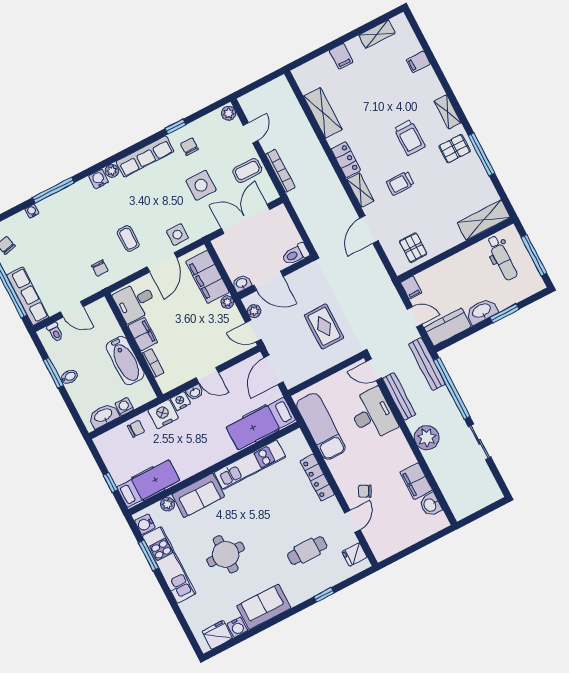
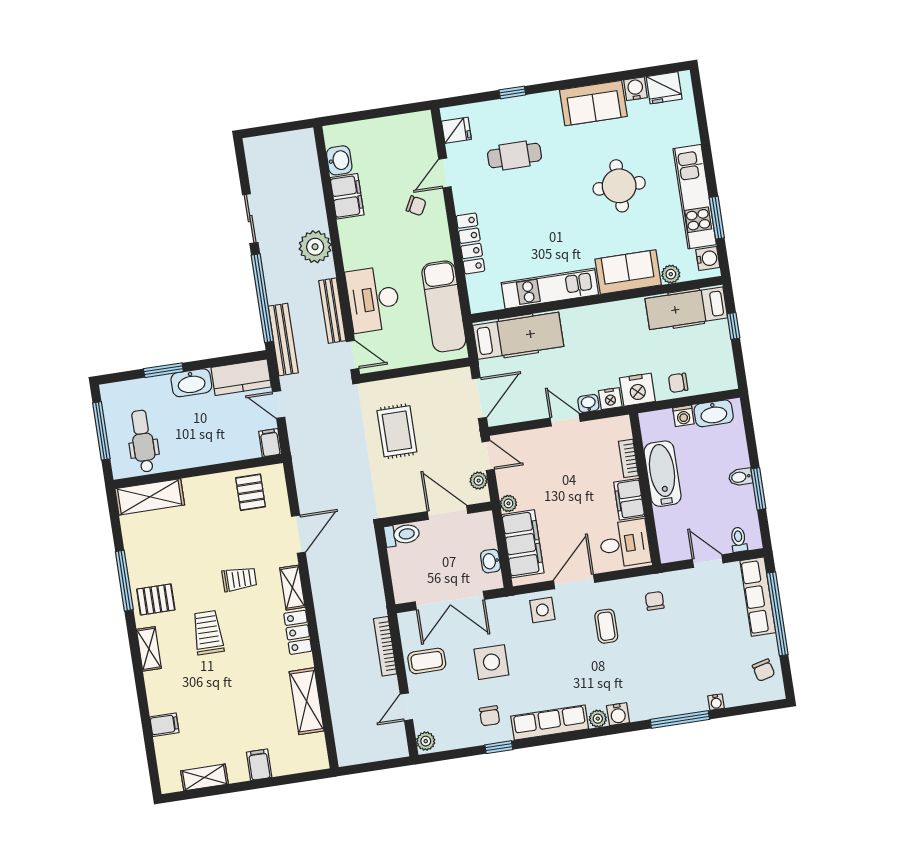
washbasin: (242, 283) -> (491, 561), moved, turned 90

